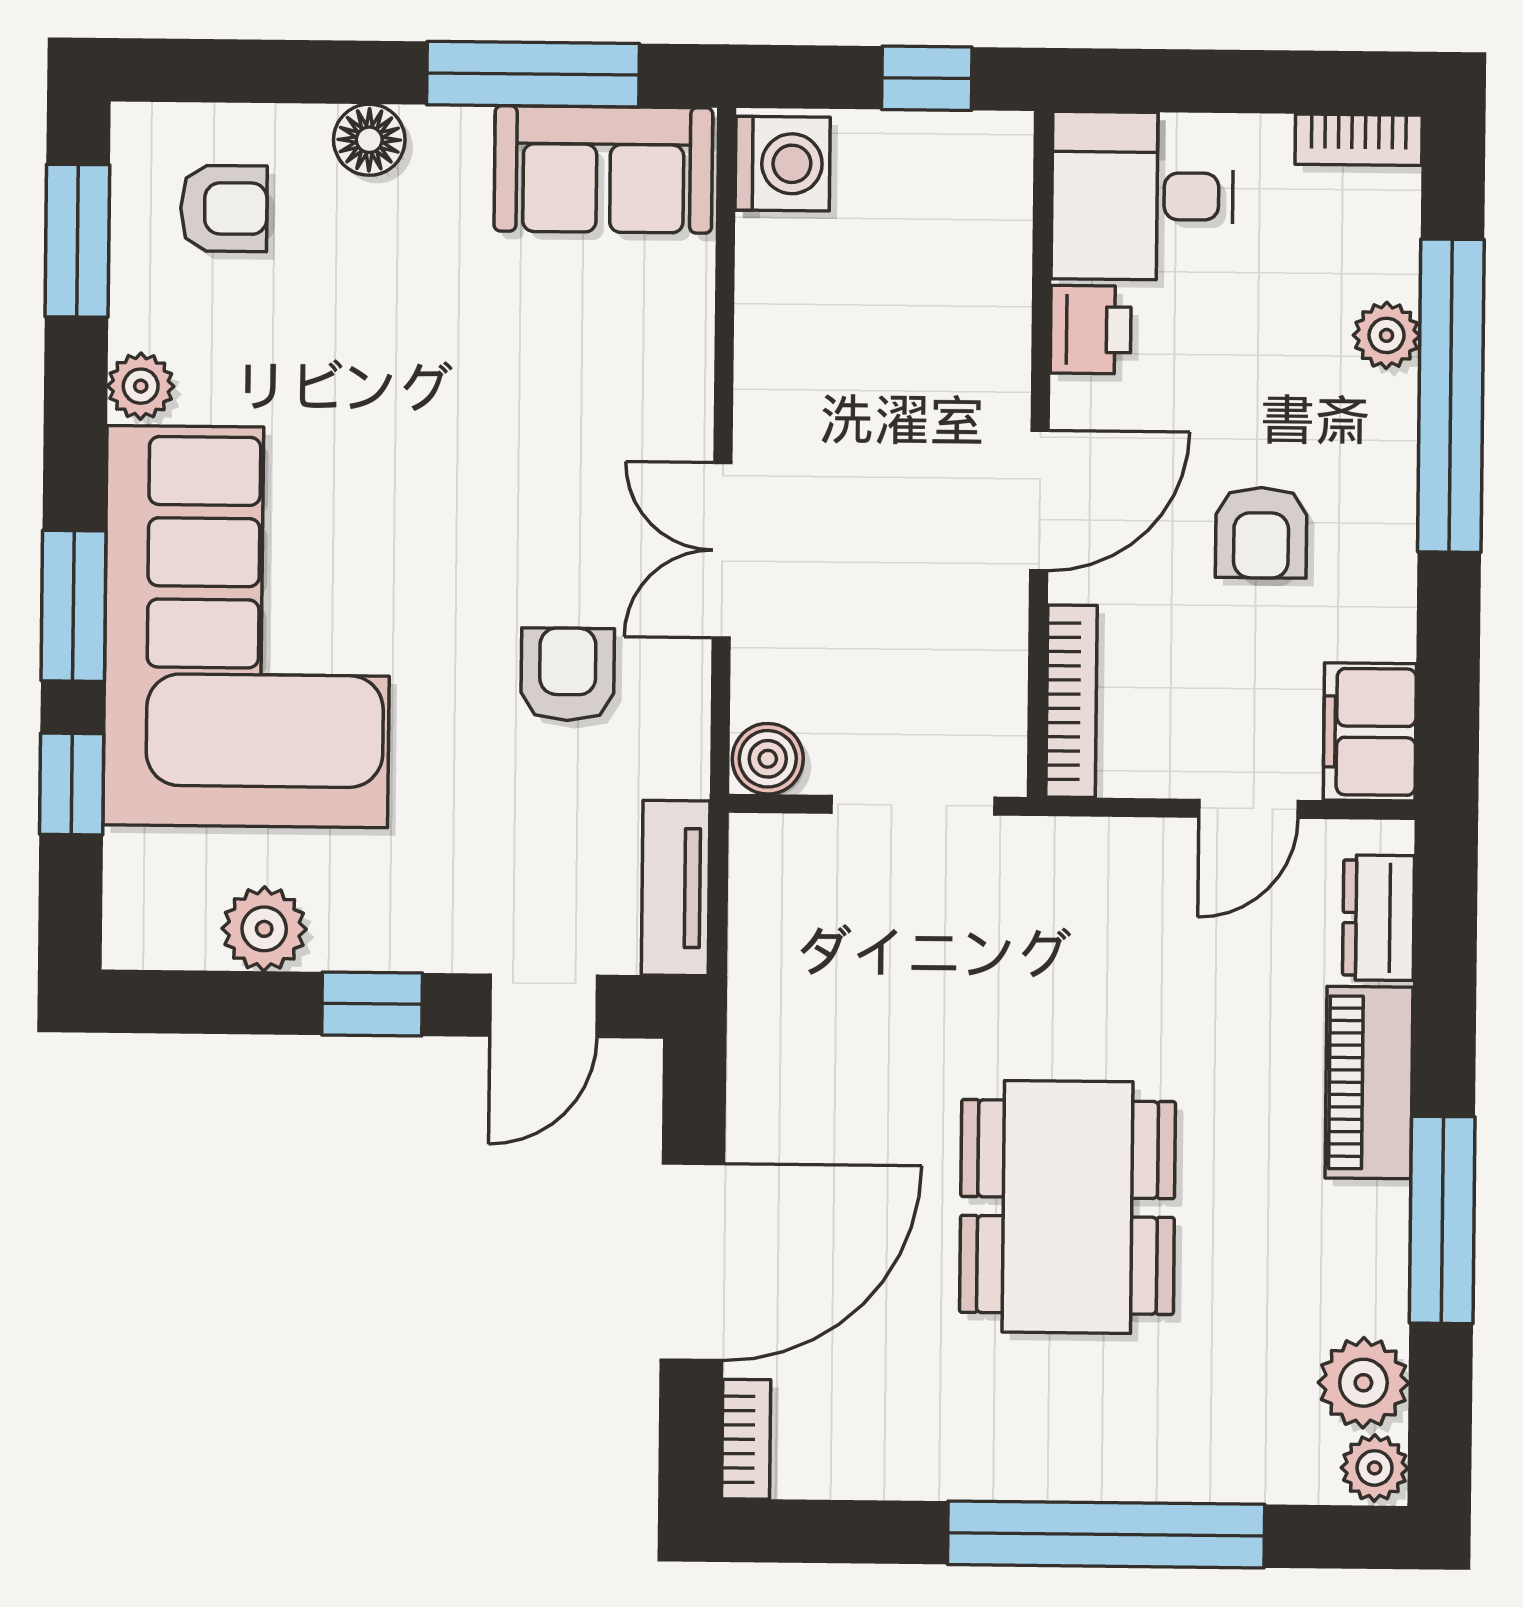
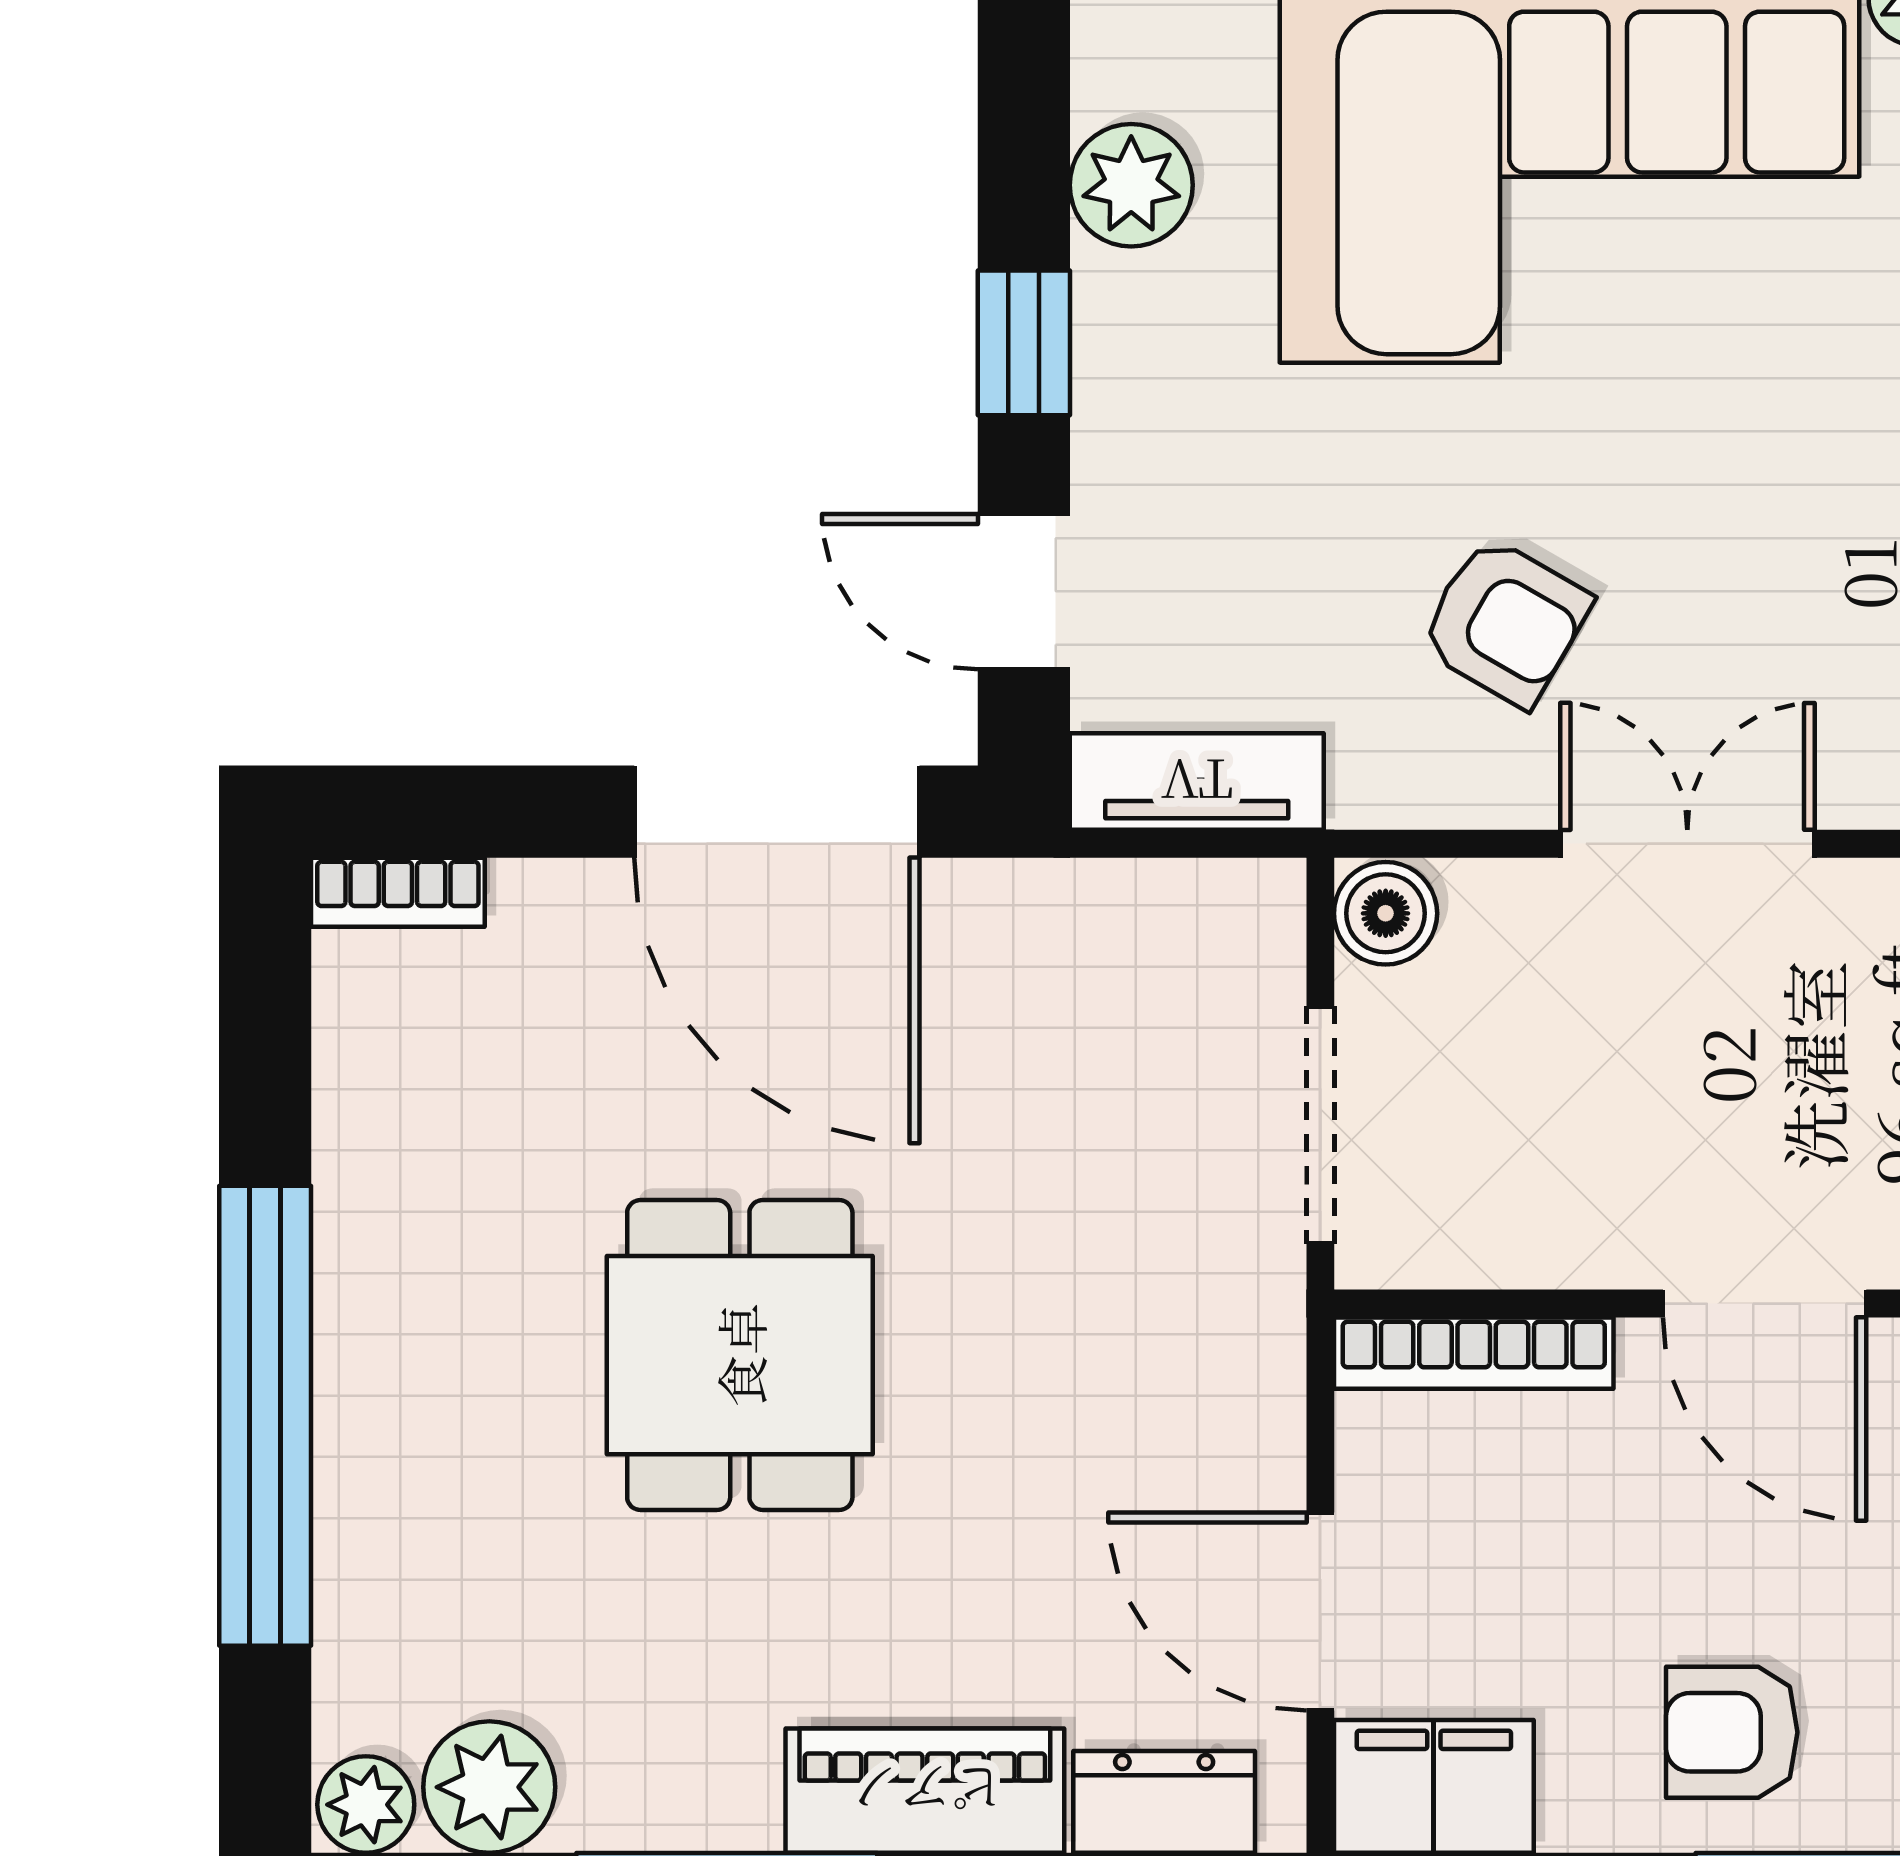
armchair: (1261, 533) -> (1732, 1732), moved
armchair: (568, 674) -> (1505, 622), turned 30
door: (1248, 809) -> (1320, 1611), width x1.38
dining table: (1068, 1207) -> (740, 1355), width x0.73
door: (692, 1262) -> (777, 812), moved

